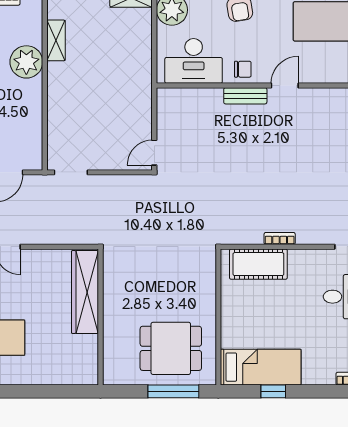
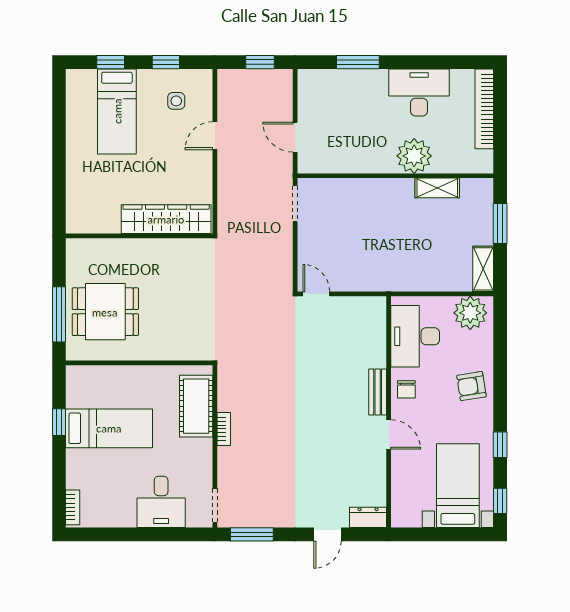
dining table: (171, 348) -> (105, 312), turned 90
bed: (261, 367) -> (109, 428), moved, turned -90

